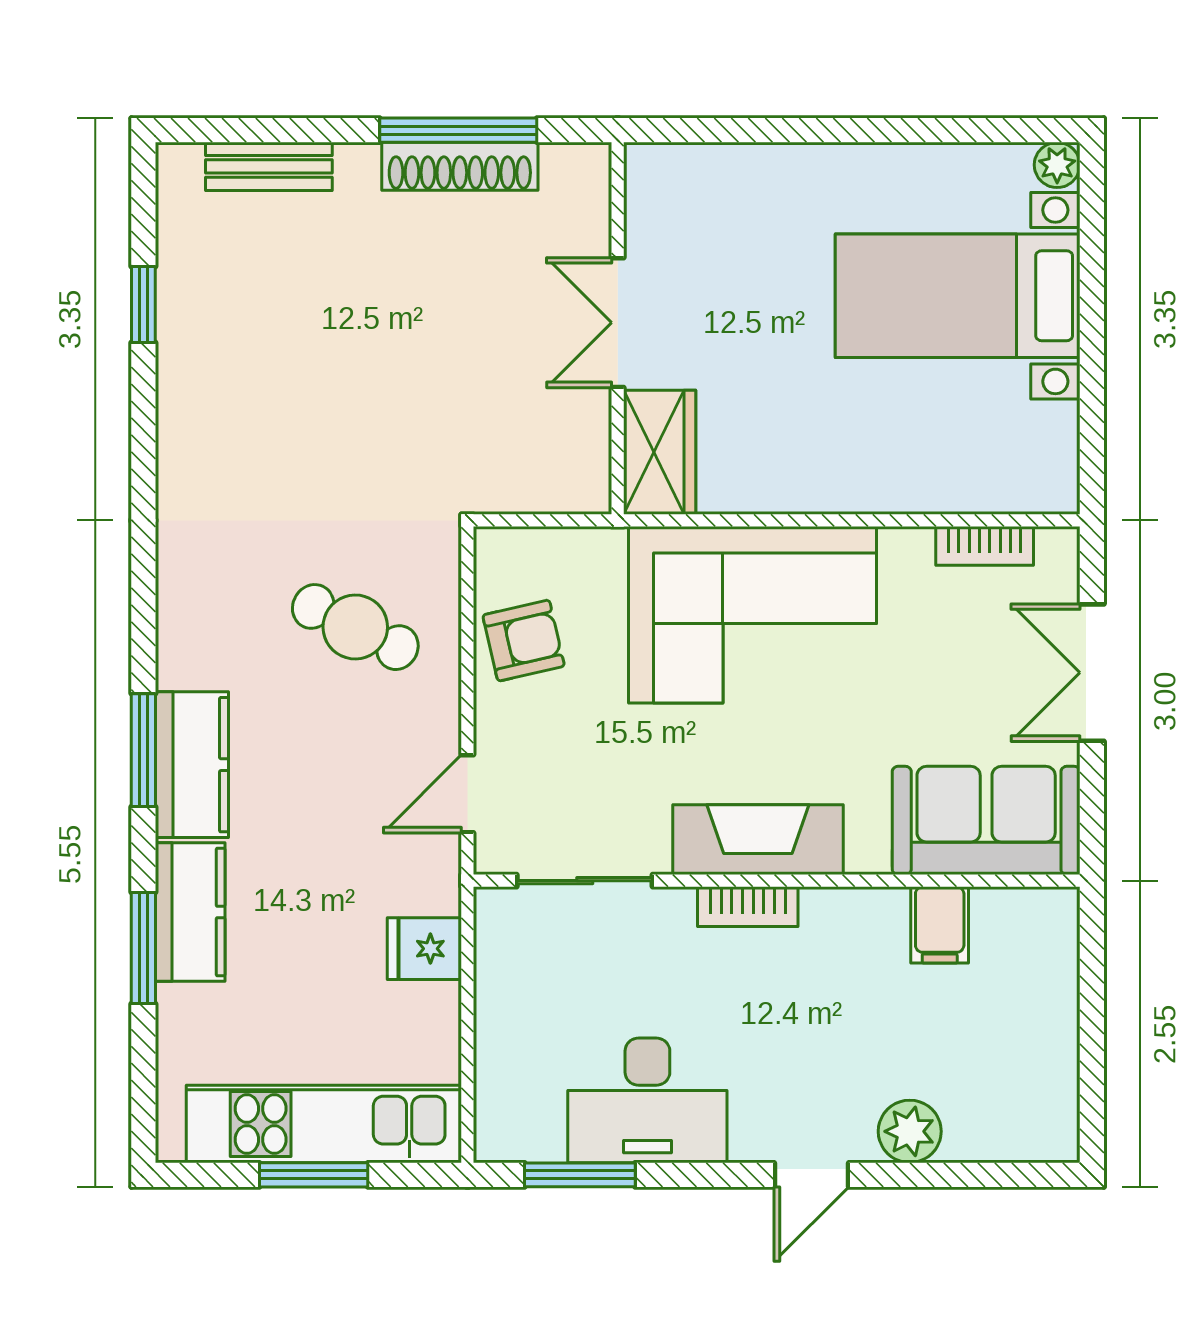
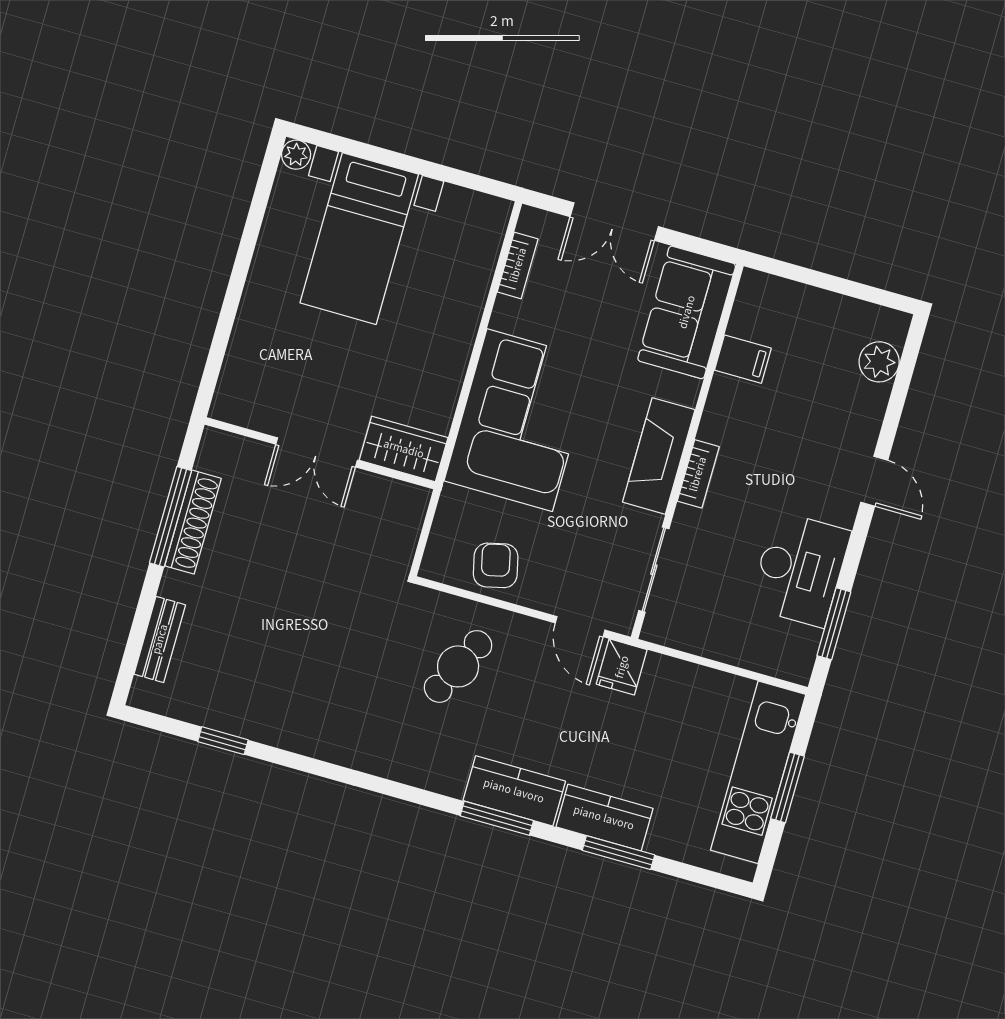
fridge: (424, 949) -> (622, 667), moved
plant: (910, 1131) -> (879, 362), moved

